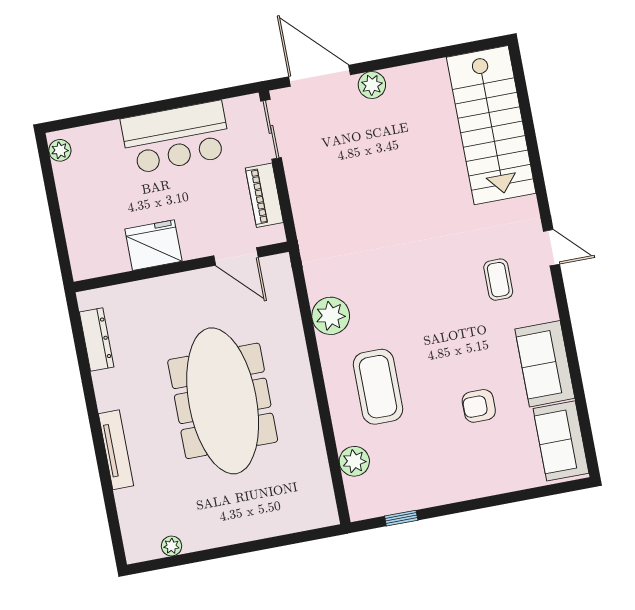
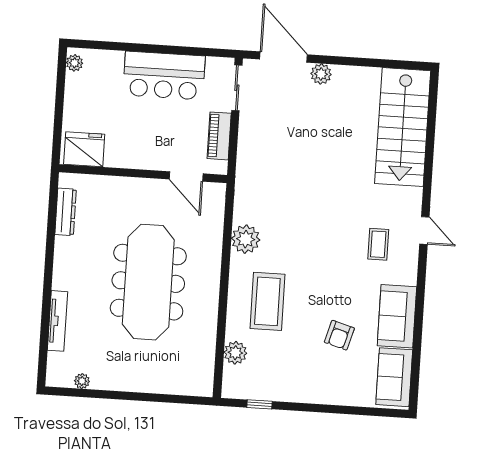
fridge: (153, 245) -> (84, 149), moved
armchair: (479, 406) -> (339, 335), turned -74
tv unit: (116, 450) -> (57, 321), moved

